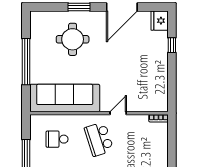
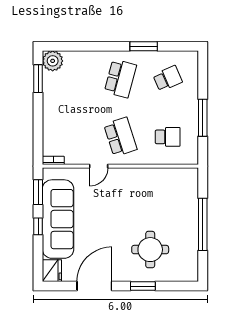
window: (172, 45) -> (38, 226), moved
window: (172, 90) -> (38, 192), added
sofa: (65, 98) -> (58, 219), moved, turned -90

